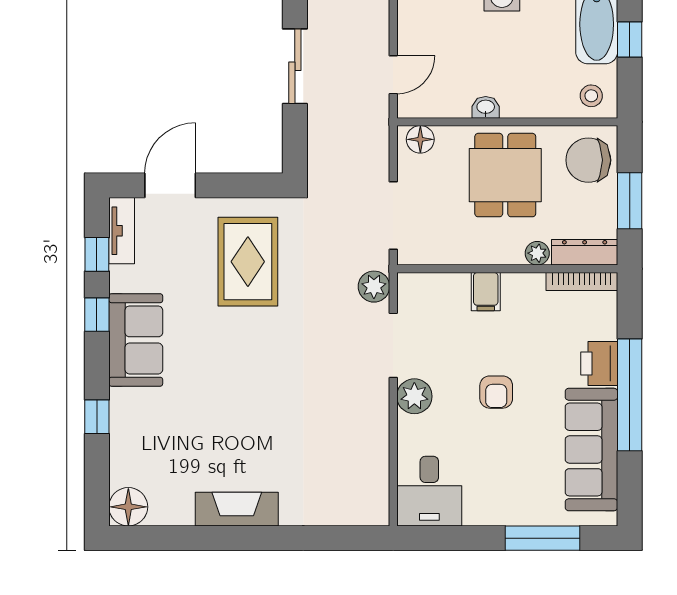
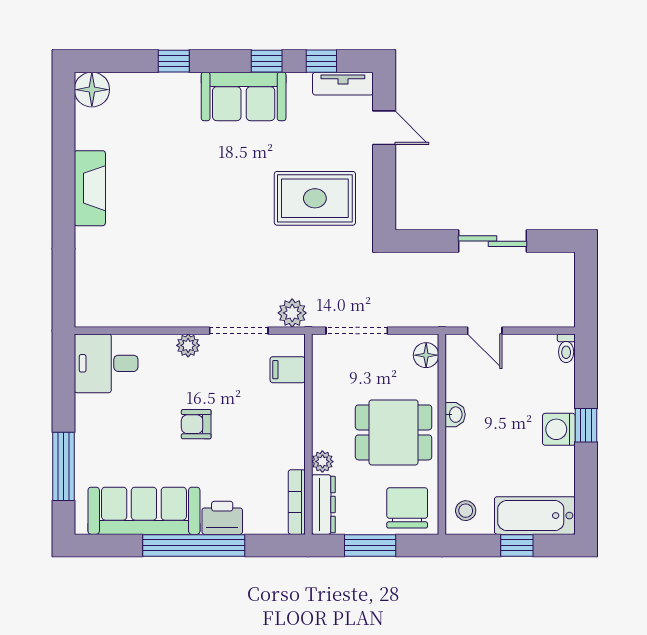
door: (170, 185) -> (384, 128), width x0.73
filing cabinet: (486, 292) -> (288, 370), moved
plant: (414, 396) -> (188, 345), width x0.73, depth x0.73

